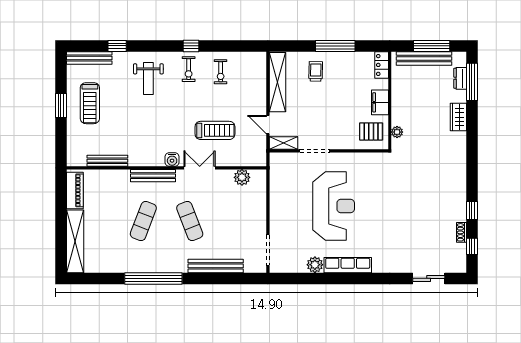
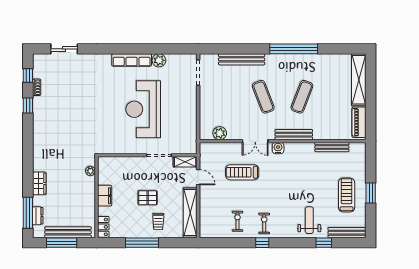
weight bench: (148, 79) -> (309, 220), moved
pallet: (371, 131) -> (148, 198), moved

